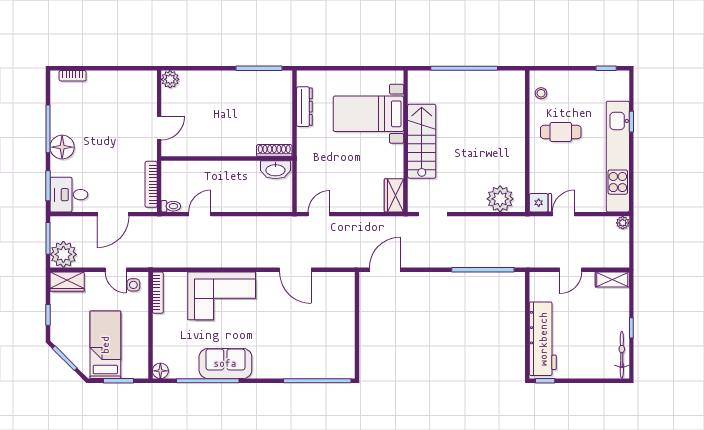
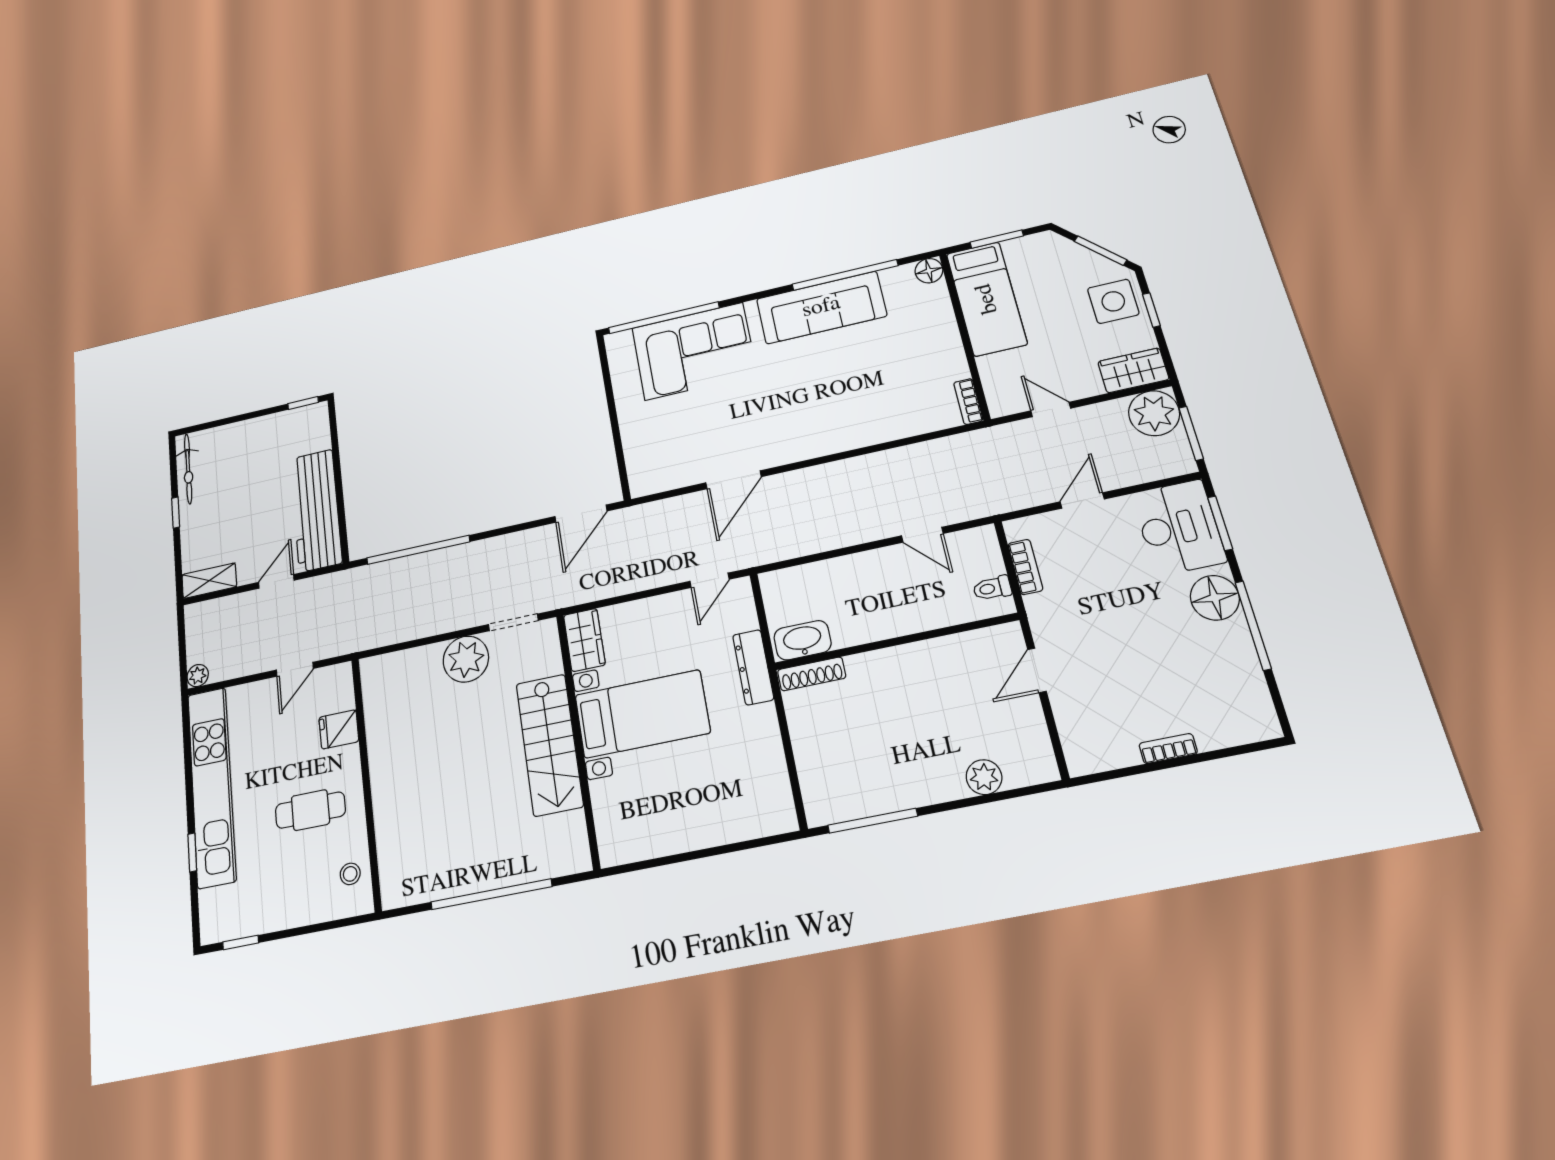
bookcase: (73, 76) -> (1168, 749), moved
plant: (170, 79) -> (984, 777), moved
dresser: (304, 107) -> (753, 667), moved
bed with nightstands: (368, 114) -> (642, 714), moved
bookcase: (151, 184) -> (1025, 567), width x0.64
desk: (69, 195) -> (1179, 528), width x1.37
plant: (500, 199) -> (466, 659), moved
fridge: (540, 203) -> (339, 729), moved
toilet: (171, 206) -> (992, 588), moved
door: (113, 214) -> (1082, 500), width x0.73
door: (200, 214) -> (922, 535), hinge flipped
door: (295, 270) -> (734, 480), swing flipped
side table: (133, 285) -> (1113, 301), moved, width x1.87, depth x1.87
bookcase: (158, 293) -> (968, 402), width x0.64
corner sofa: (222, 296) -> (694, 351), moved, turned 180
workbench: (543, 339) -> (316, 510), moved
bed: (105, 345) -> (987, 299), moved
sofa: (225, 363) -> (821, 307), width x1.36

